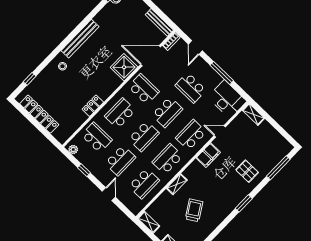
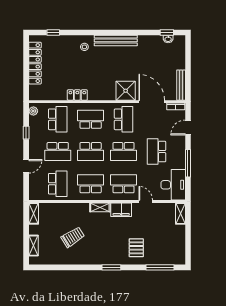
school desk: (144, 183) -> (58, 184), turned -90
shelving: (177, 184) -> (100, 207), moved

